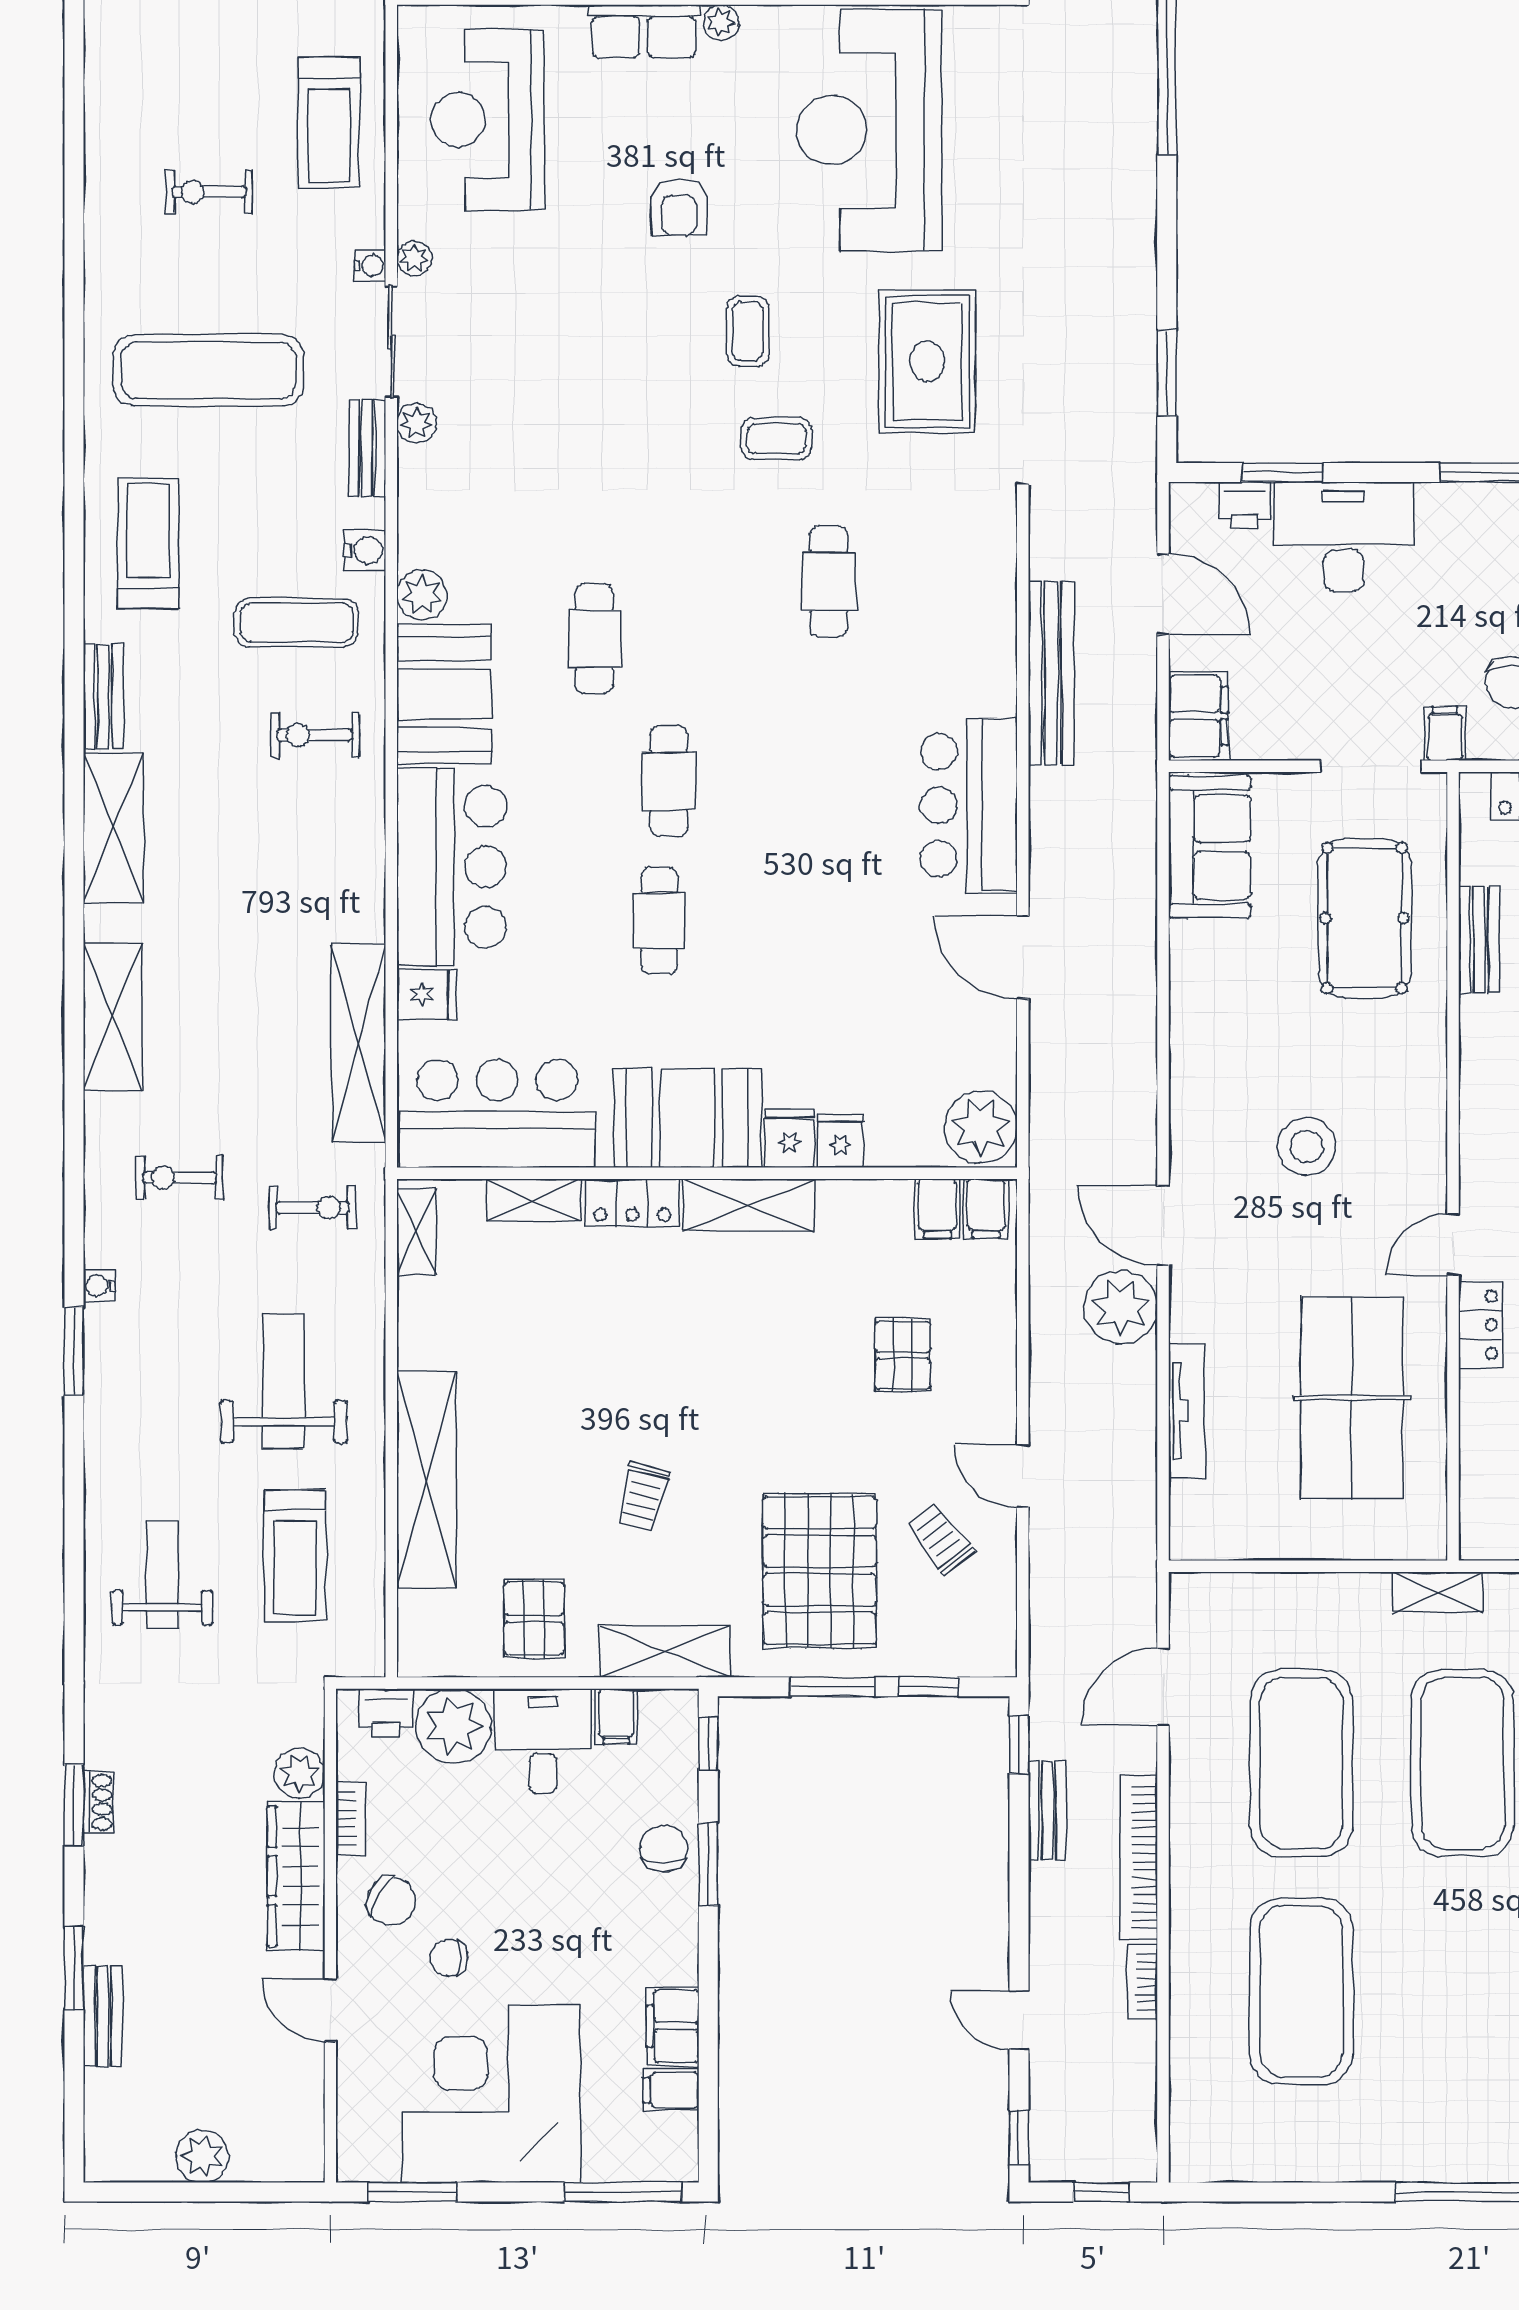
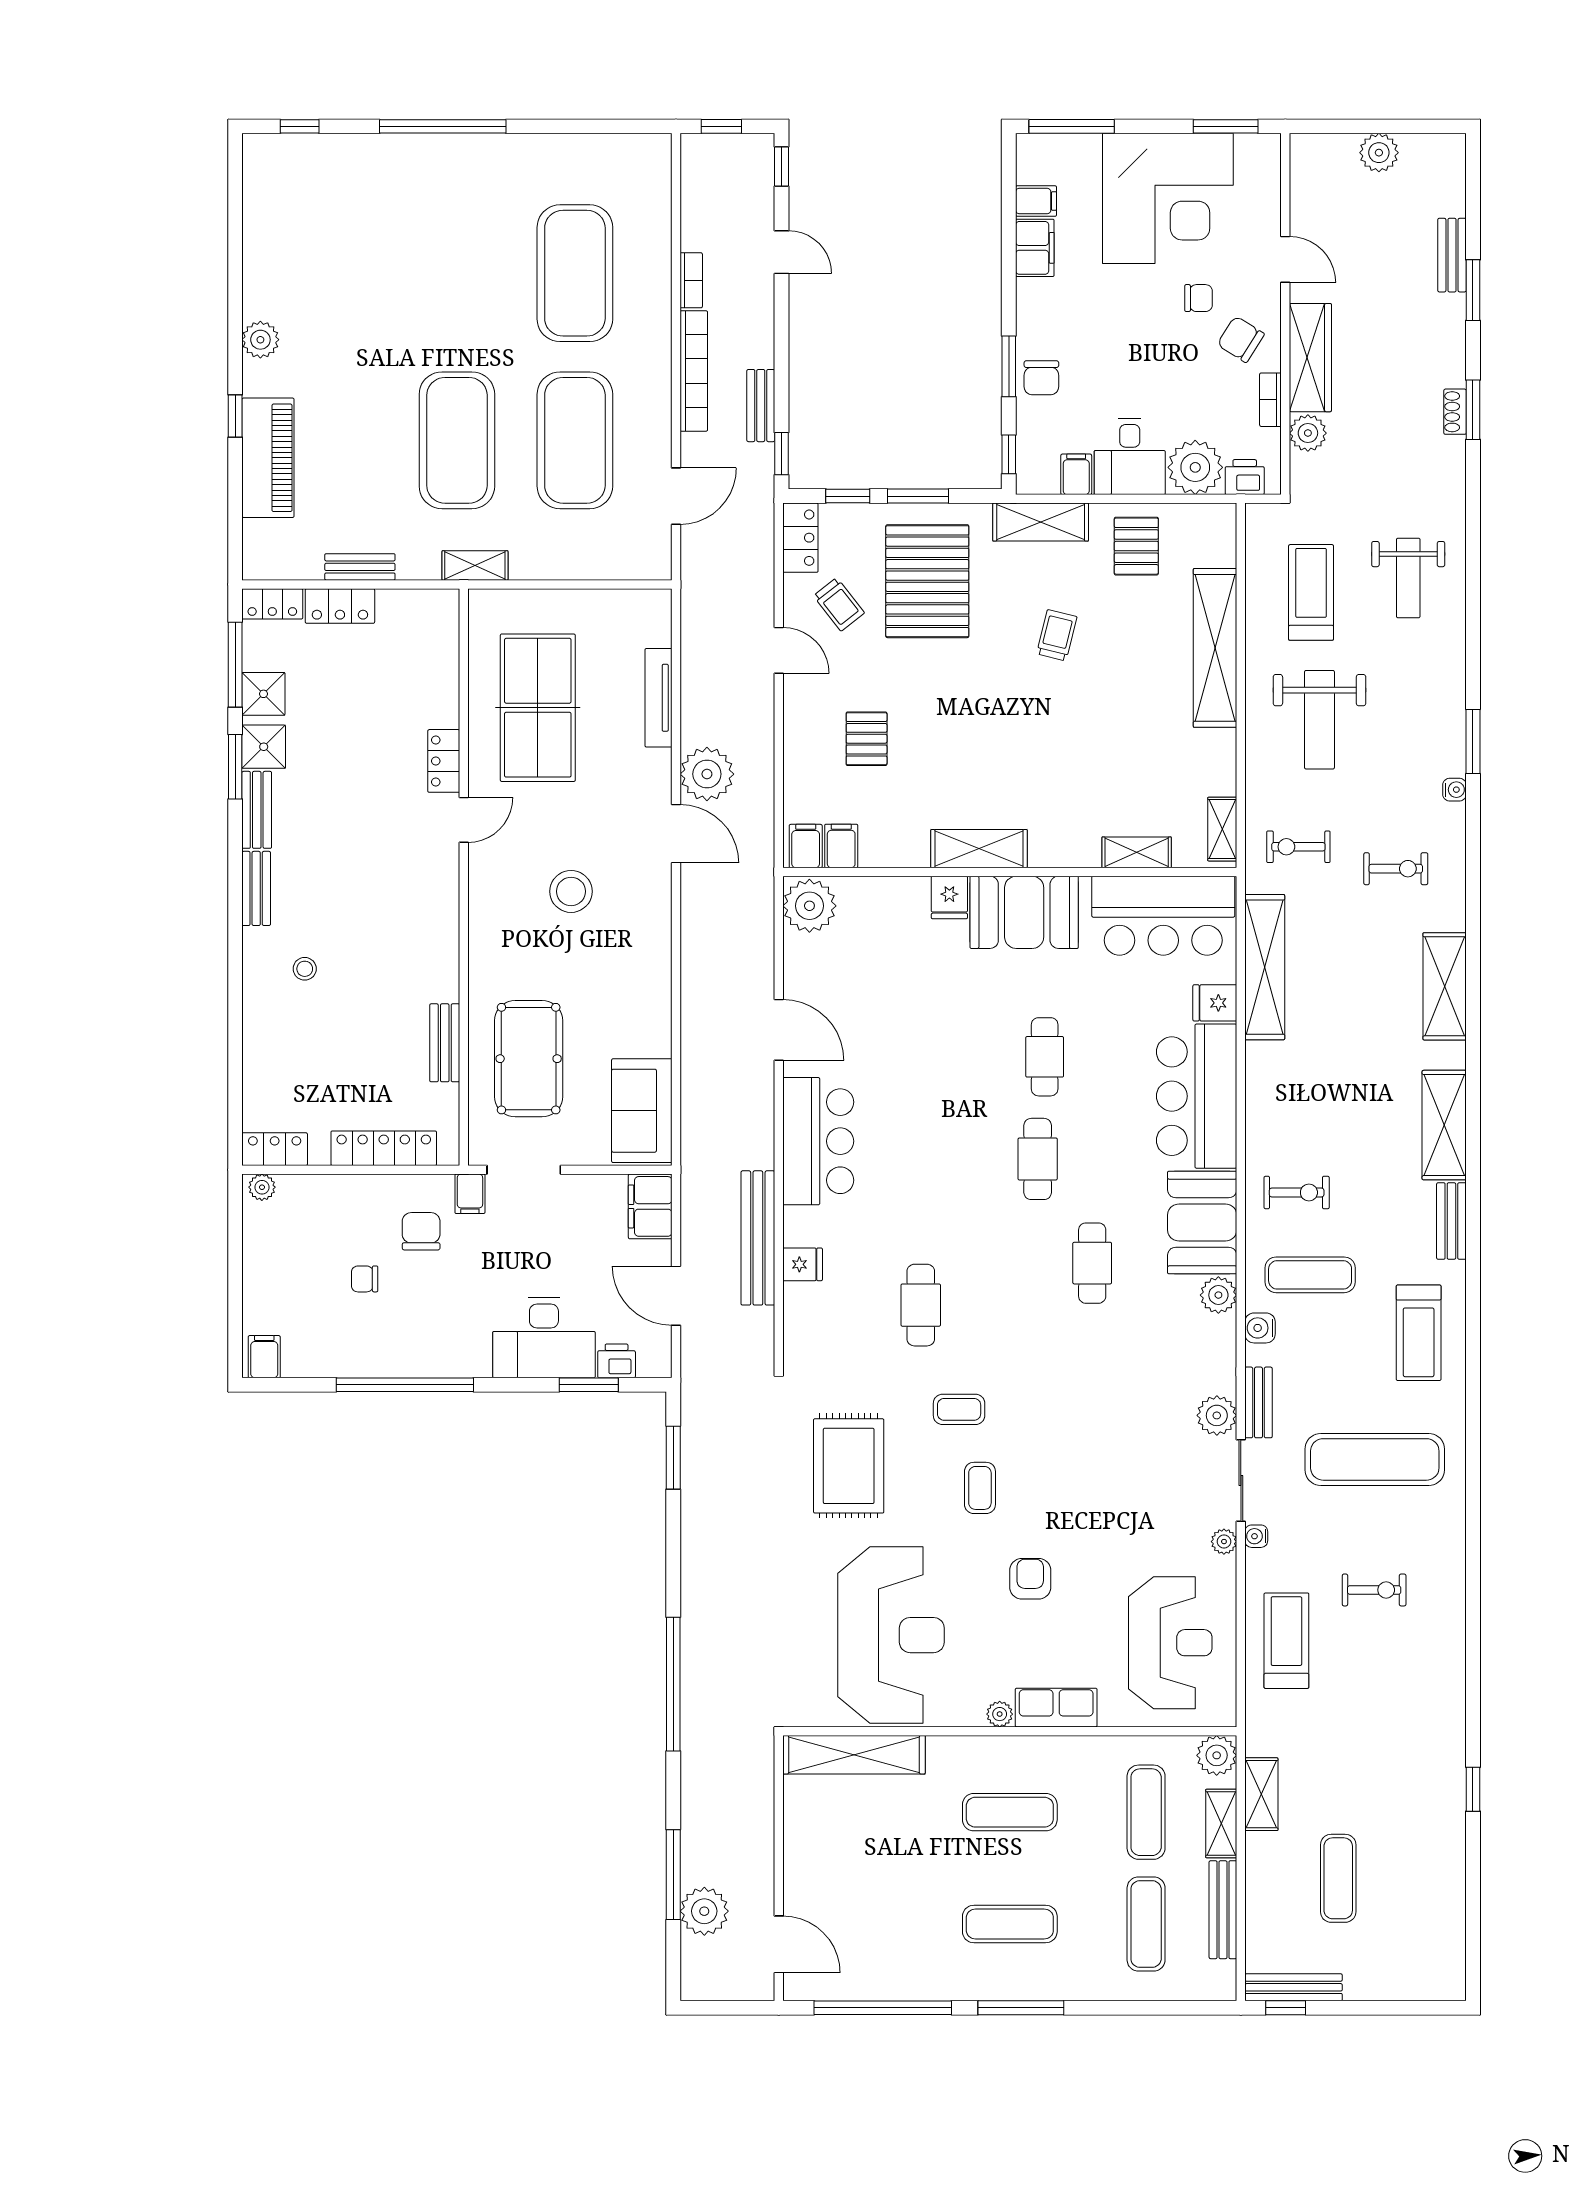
plant: (417, 423) -> (1217, 1415), width x1.38, depth x1.38
fridge: (840, 1141) -> (803, 1264), moved, turned -90
locker: (632, 1203) -> (800, 538), moved, turned 90

